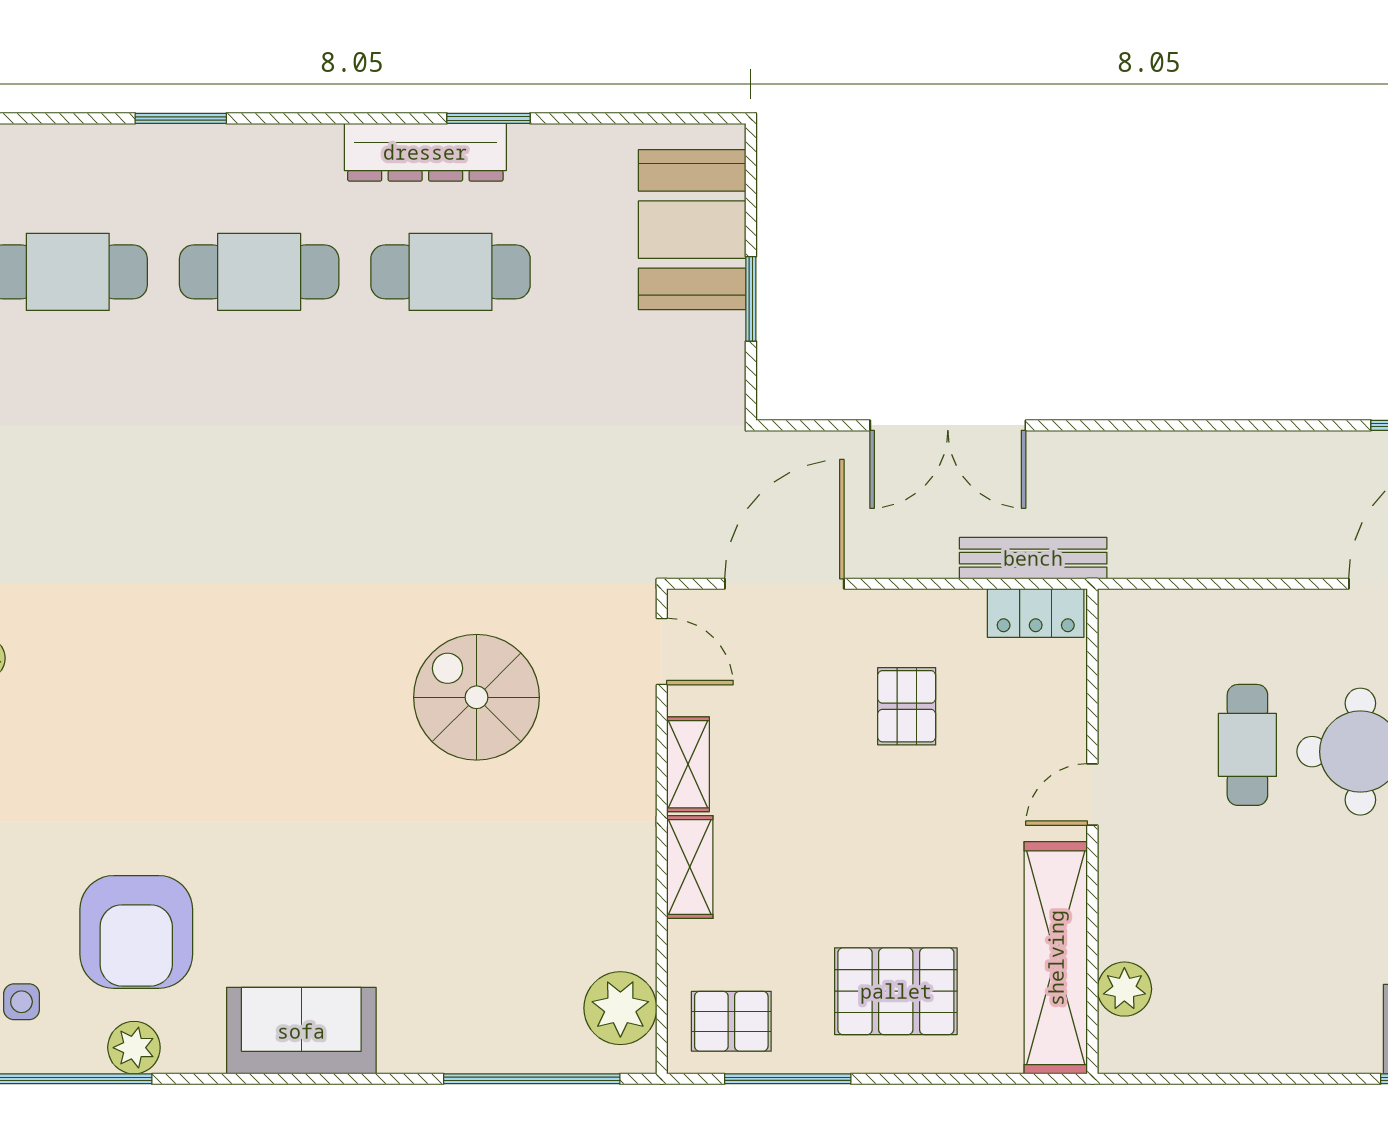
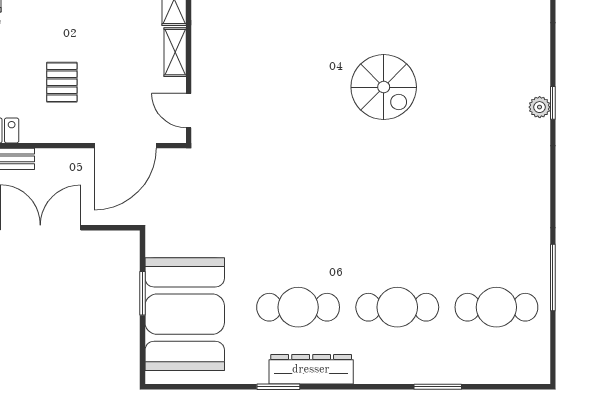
booth: (692, 230) -> (185, 314), width x1.36, depth x1.42
spiral stairs: (477, 697) -> (384, 87), moved

